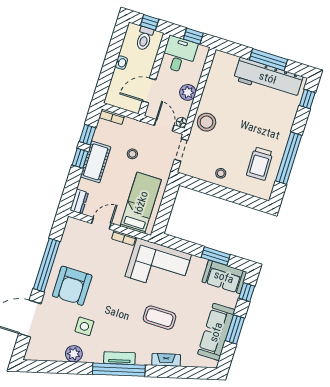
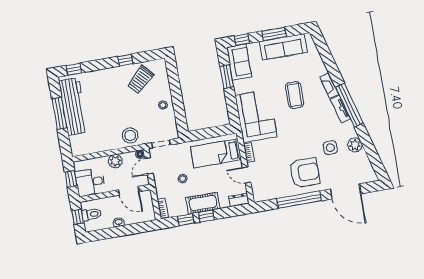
window: (289, 158) -> (125, 60), width x0.32
trolley: (260, 164) -> (141, 80), turned 138
fireplace: (166, 360) -> (329, 86), moved

